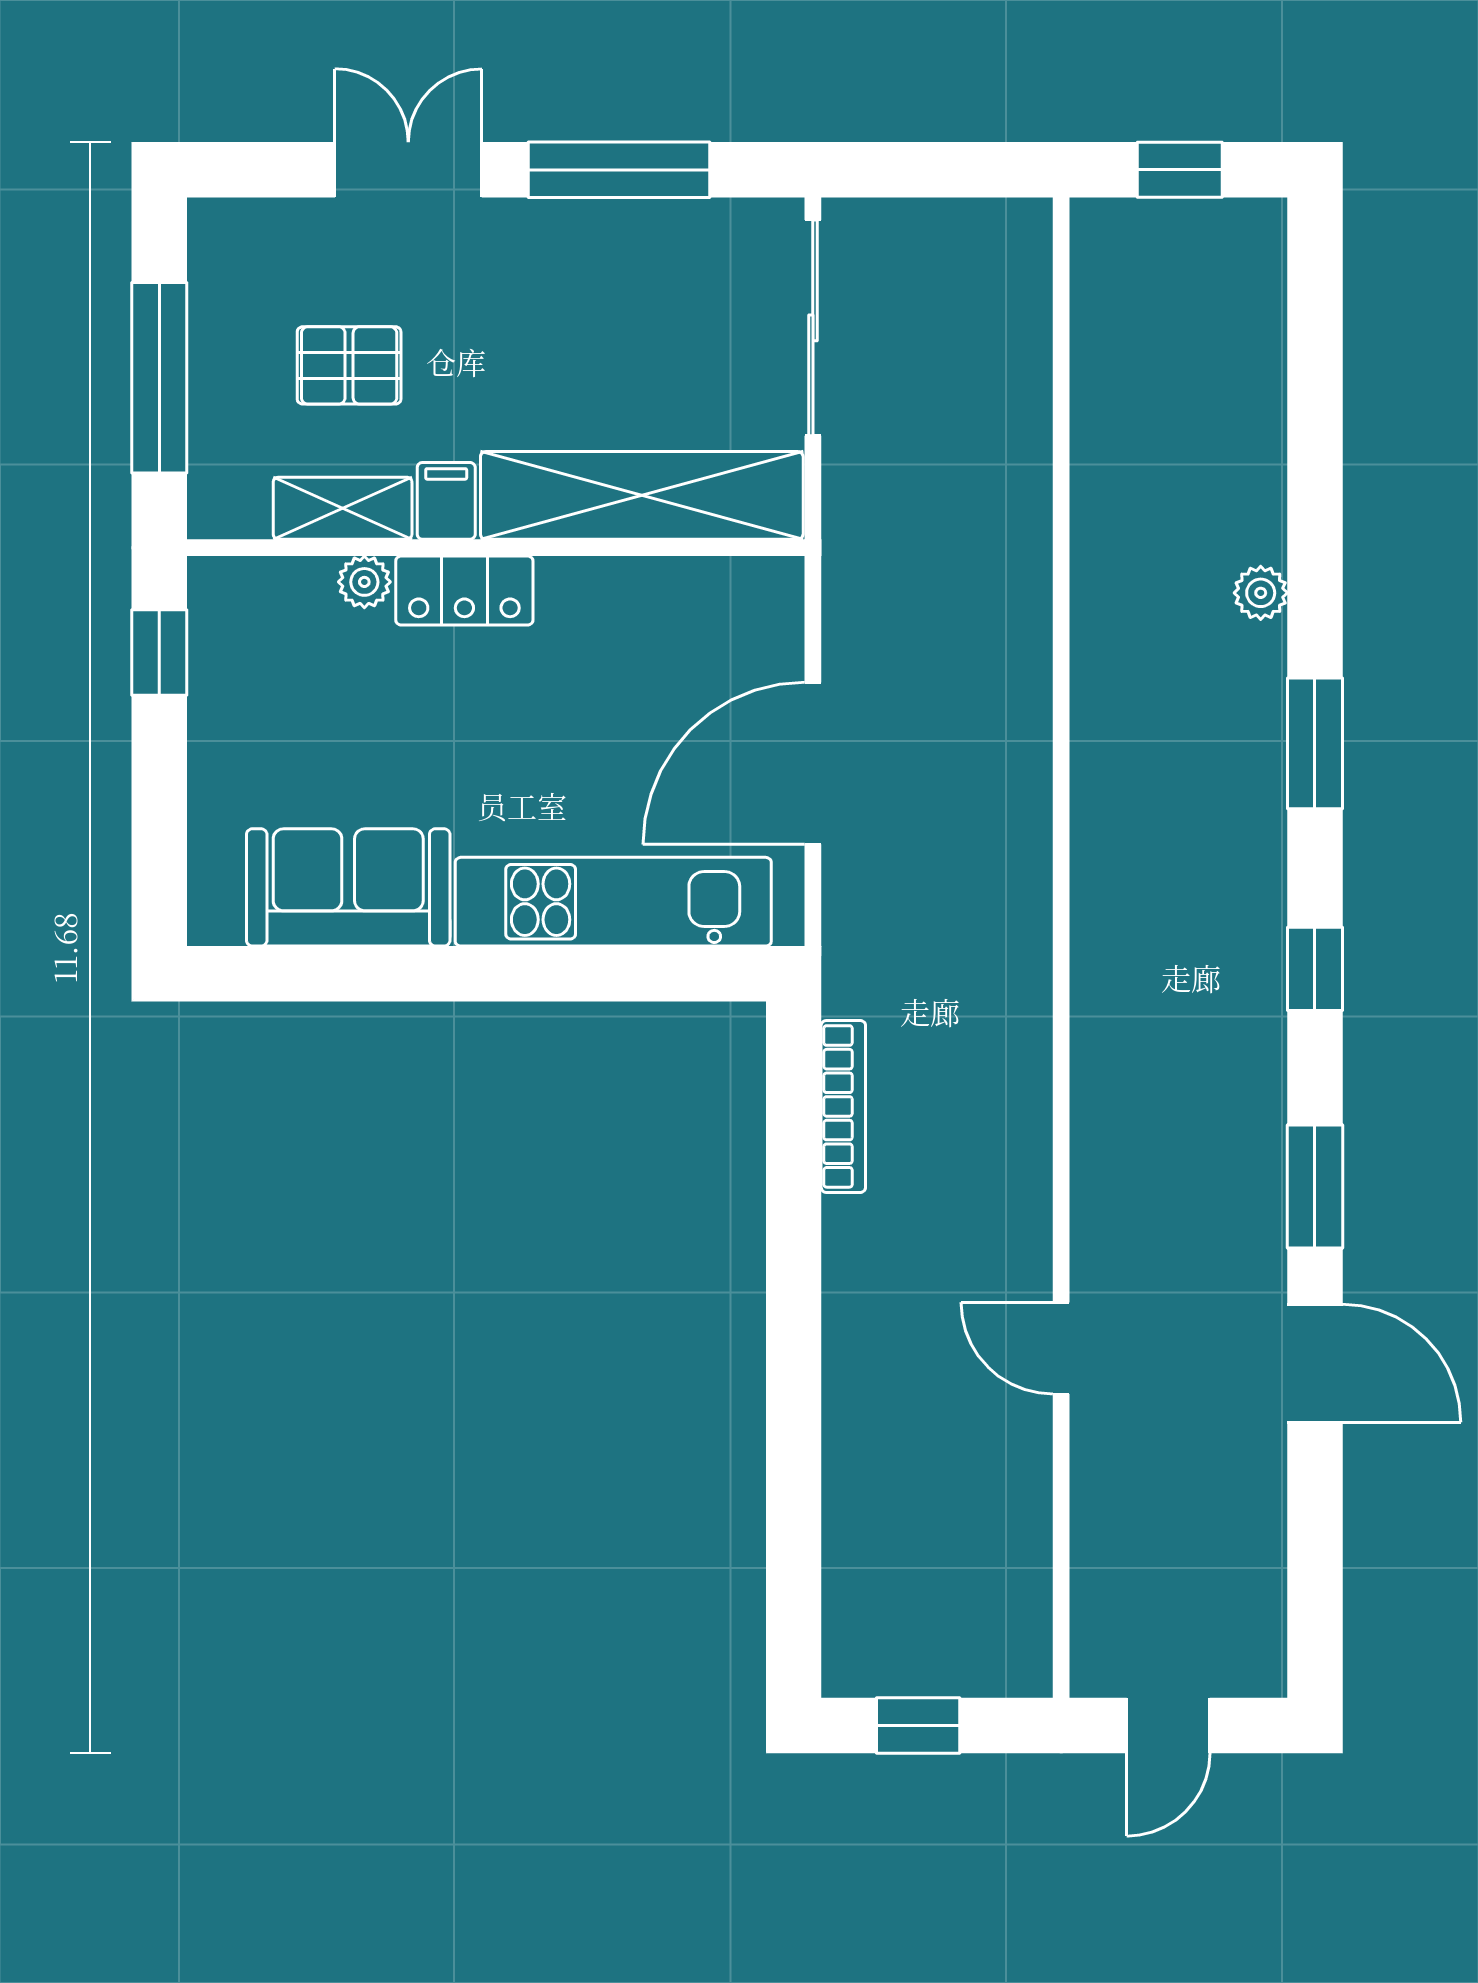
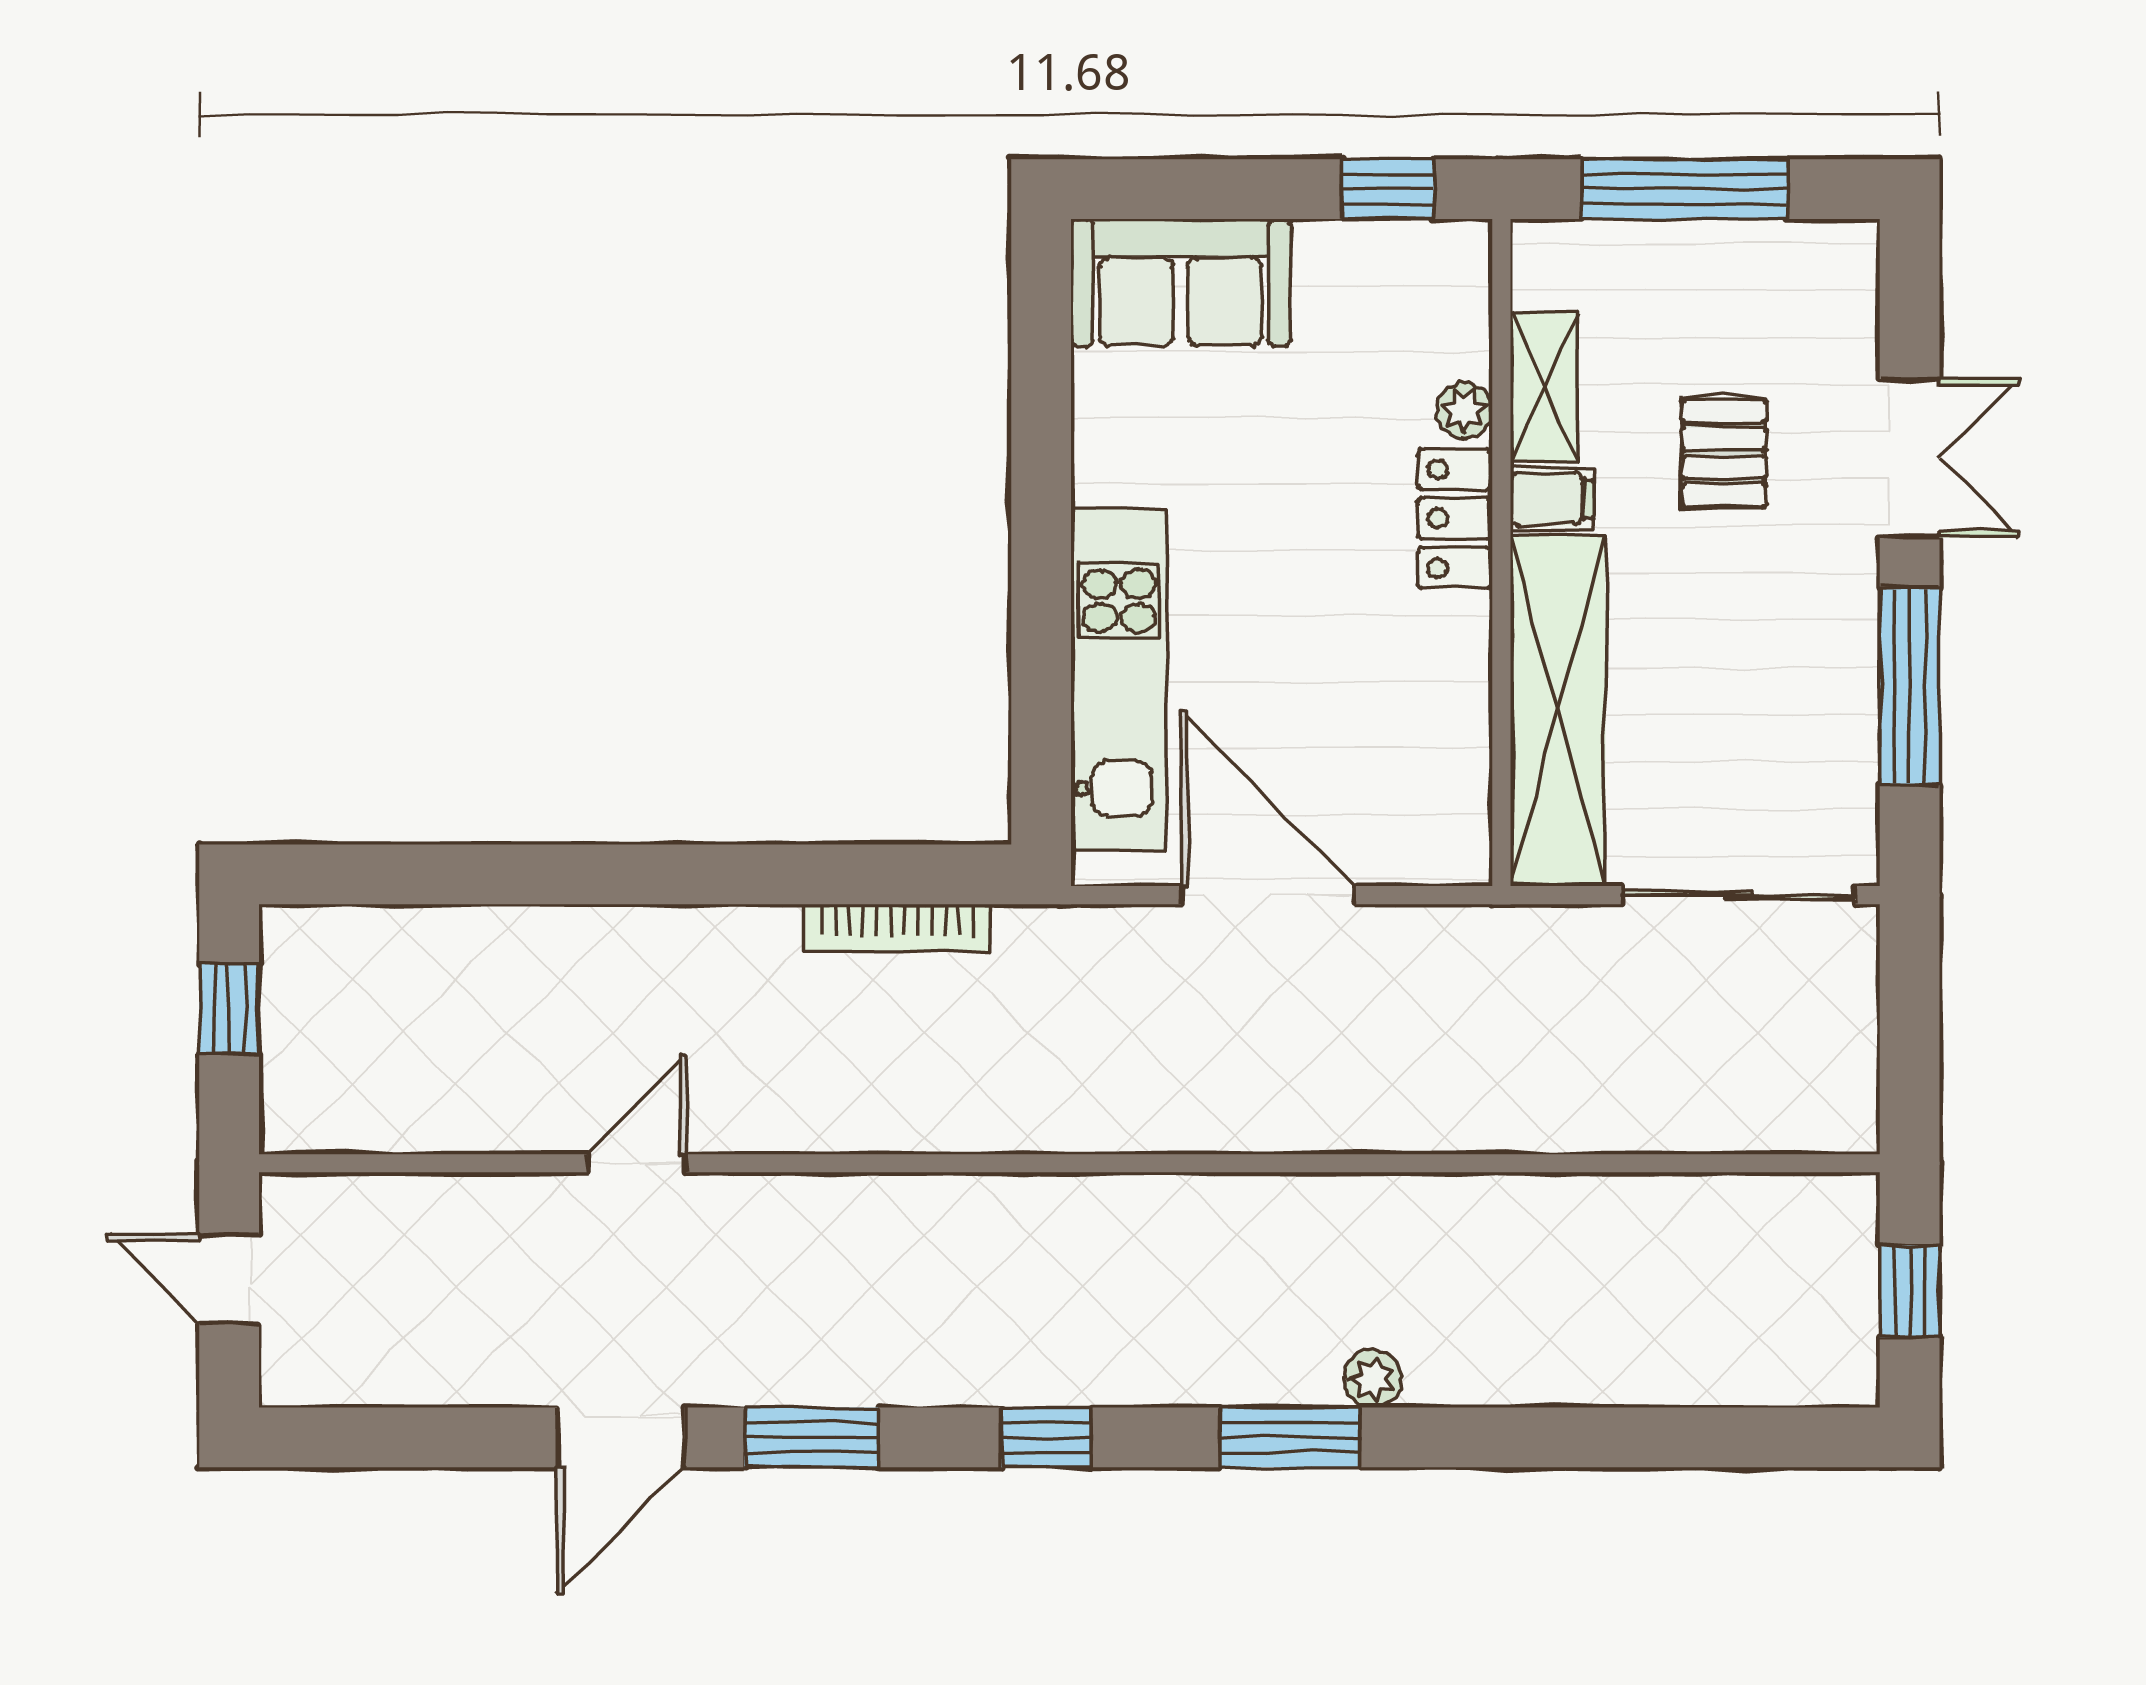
pallet: (349, 365) -> (1724, 453), moved
plant: (1261, 593) -> (1373, 1379), moved
sofa: (348, 887) -> (1181, 282), moved, turned 90

